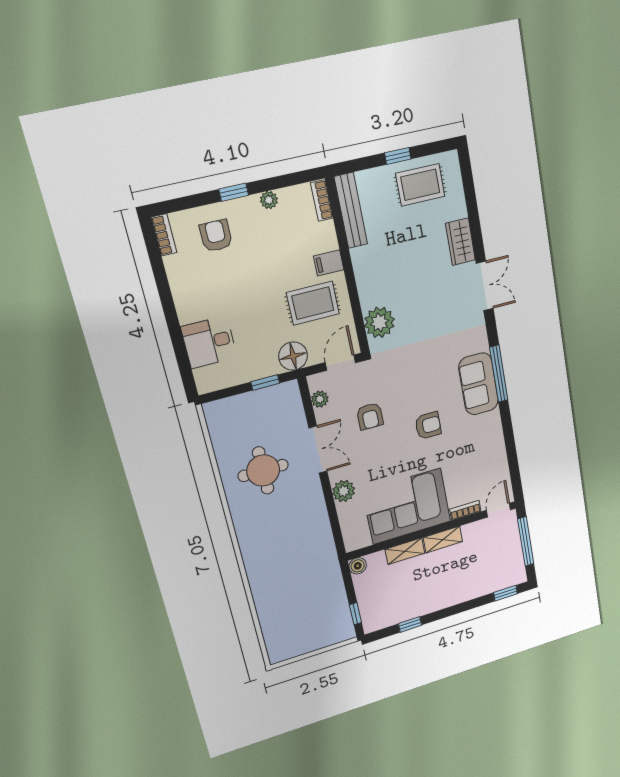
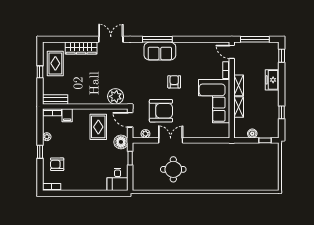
bench: (351, 211) -> (55, 100), width x0.73
wardrobe: (460, 242) -> (81, 48), width x1.50
filing cabinet: (329, 263) -> (67, 115), moved
desk: (209, 342) -> (118, 179), moved
armchair: (370, 416) -> (161, 111), width x1.88, depth x1.88
plant: (344, 491) -> (196, 132), removed
boiler: (358, 566) -> (252, 134), moved
freezer: (463, 591) -> (272, 80), added

